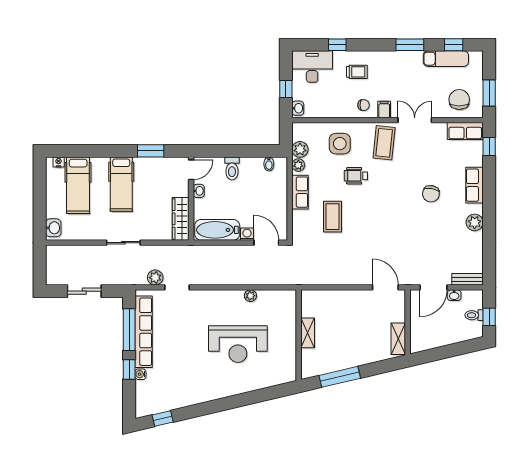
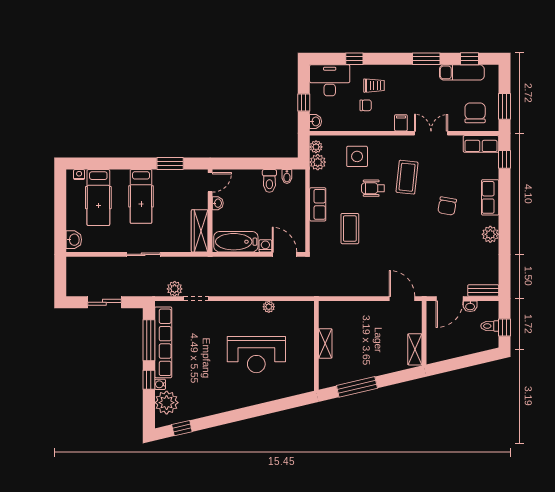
chair: (364, 105) -> (366, 105), moved
coffee table: (384, 143) -> (407, 177), moved
plant: (298, 165) -> (316, 147), moved
toilet: (232, 168) -> (269, 181), moved
plant: (147, 393) -> (167, 403), added

